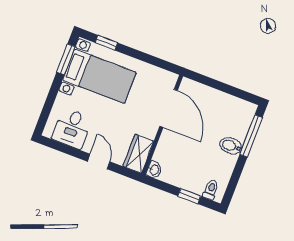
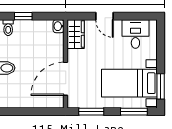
window: (106, 43) -> (134, 112), width x1.50
window: (154, 61) -> (91, 112), added
door: (169, 108) -> (66, 79), hinge flipped

